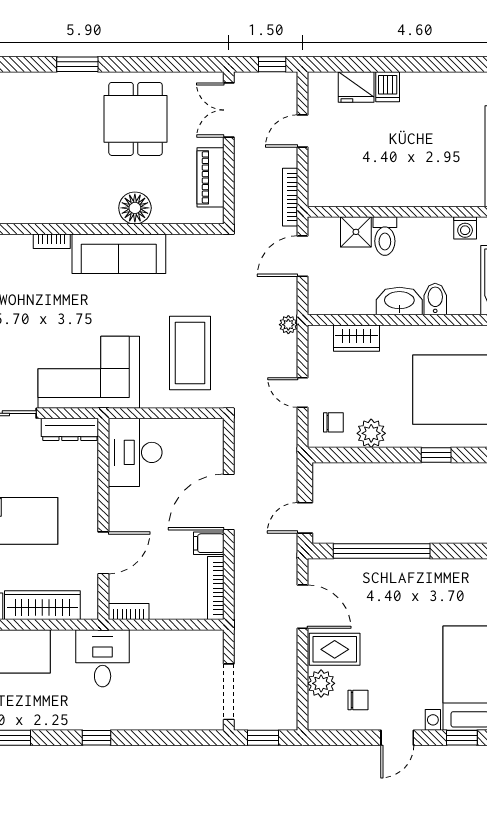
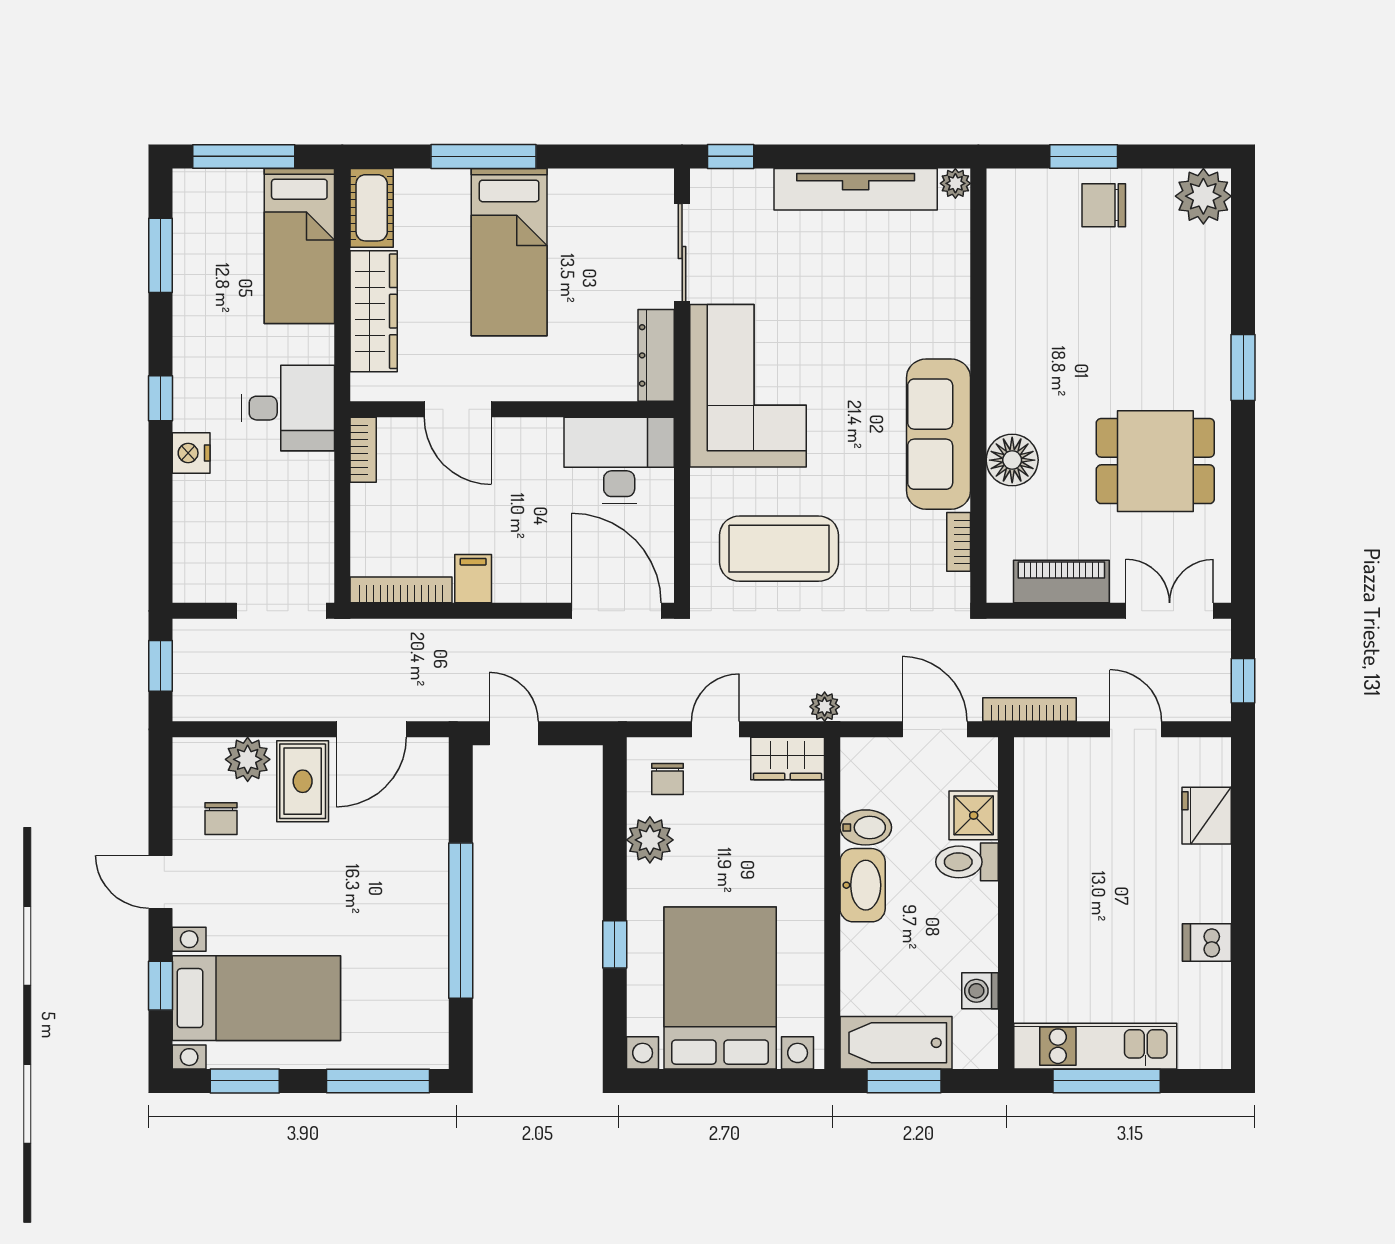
dishwasher: (388, 87) -> (1207, 943), moved
bookcase: (52, 241) -> (959, 542), moved
bidet: (435, 299) -> (866, 827), moved
wardrobe: (357, 338) -> (788, 759), moved, turned -90
door: (229, 502) -> (616, 611), moved
window: (382, 551) -> (461, 921), moved
doorway: (229, 692) -> (281, 611), moved
nightstand: (131, 719) -> (191, 453), added

